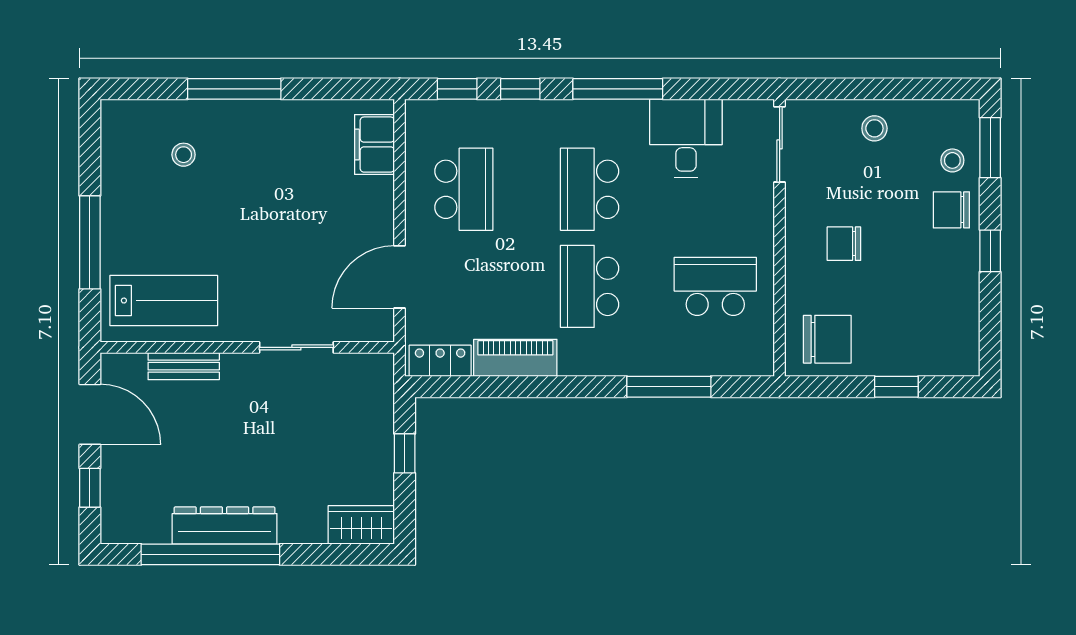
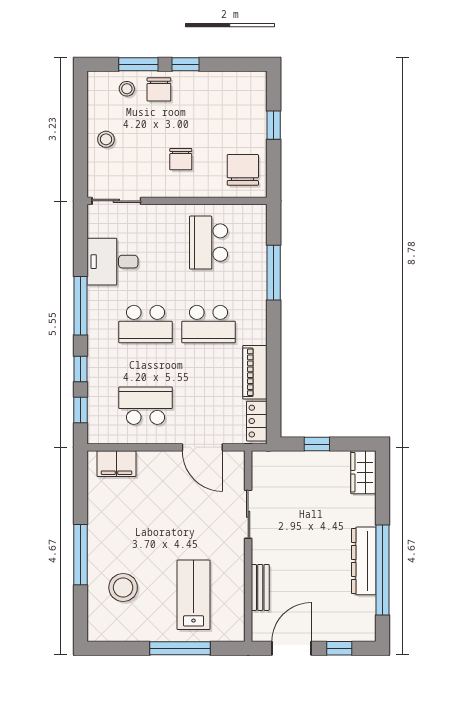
window: (990, 148) -> (138, 64), moved
stool: (184, 155) -> (123, 587), width x1.89, depth x1.89
lab bench: (164, 301) -> (194, 595), moved

